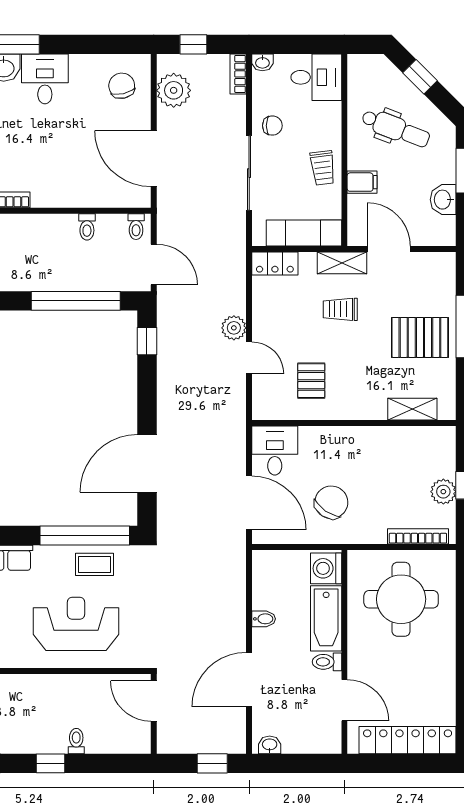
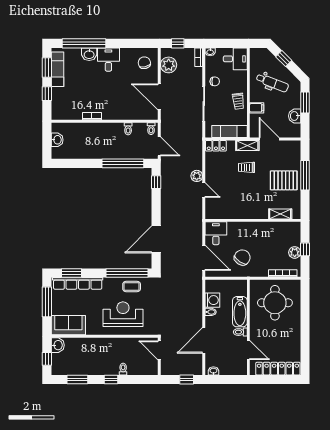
pallet: (311, 381) -> (233, 201), removed
washing machine: (326, 568) -> (212, 300), moved, turned 180

